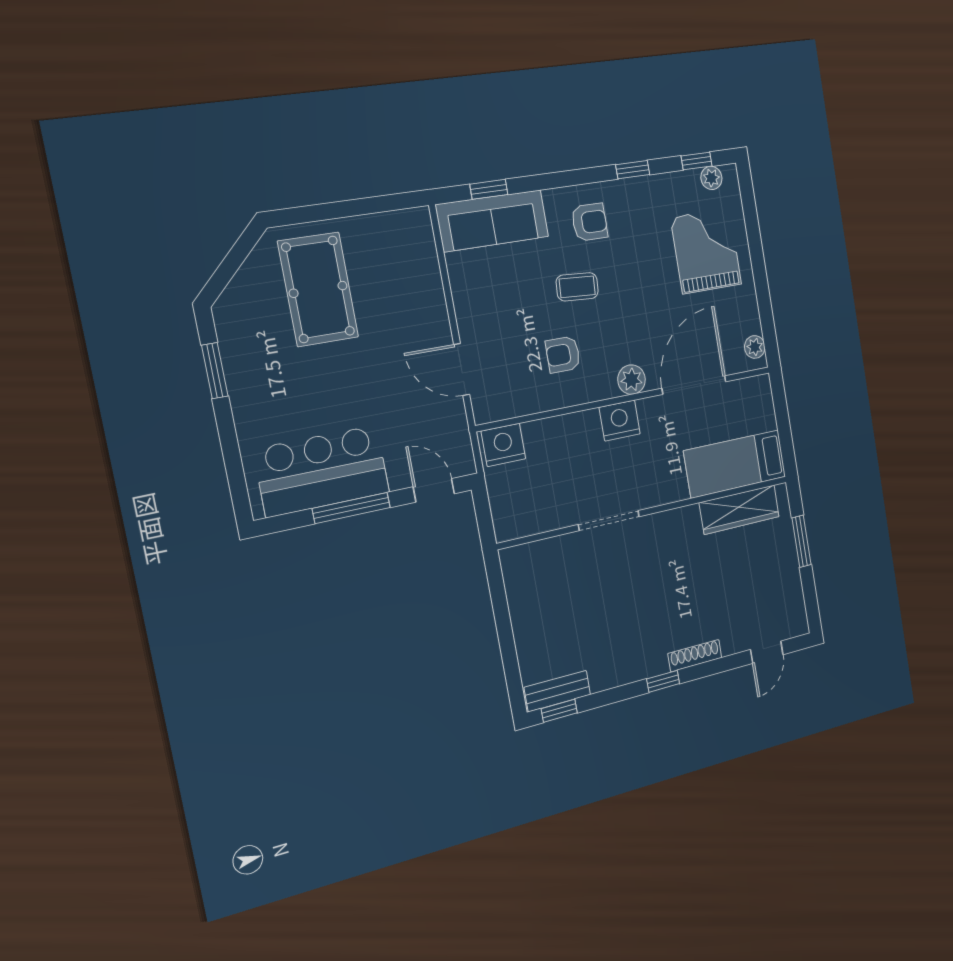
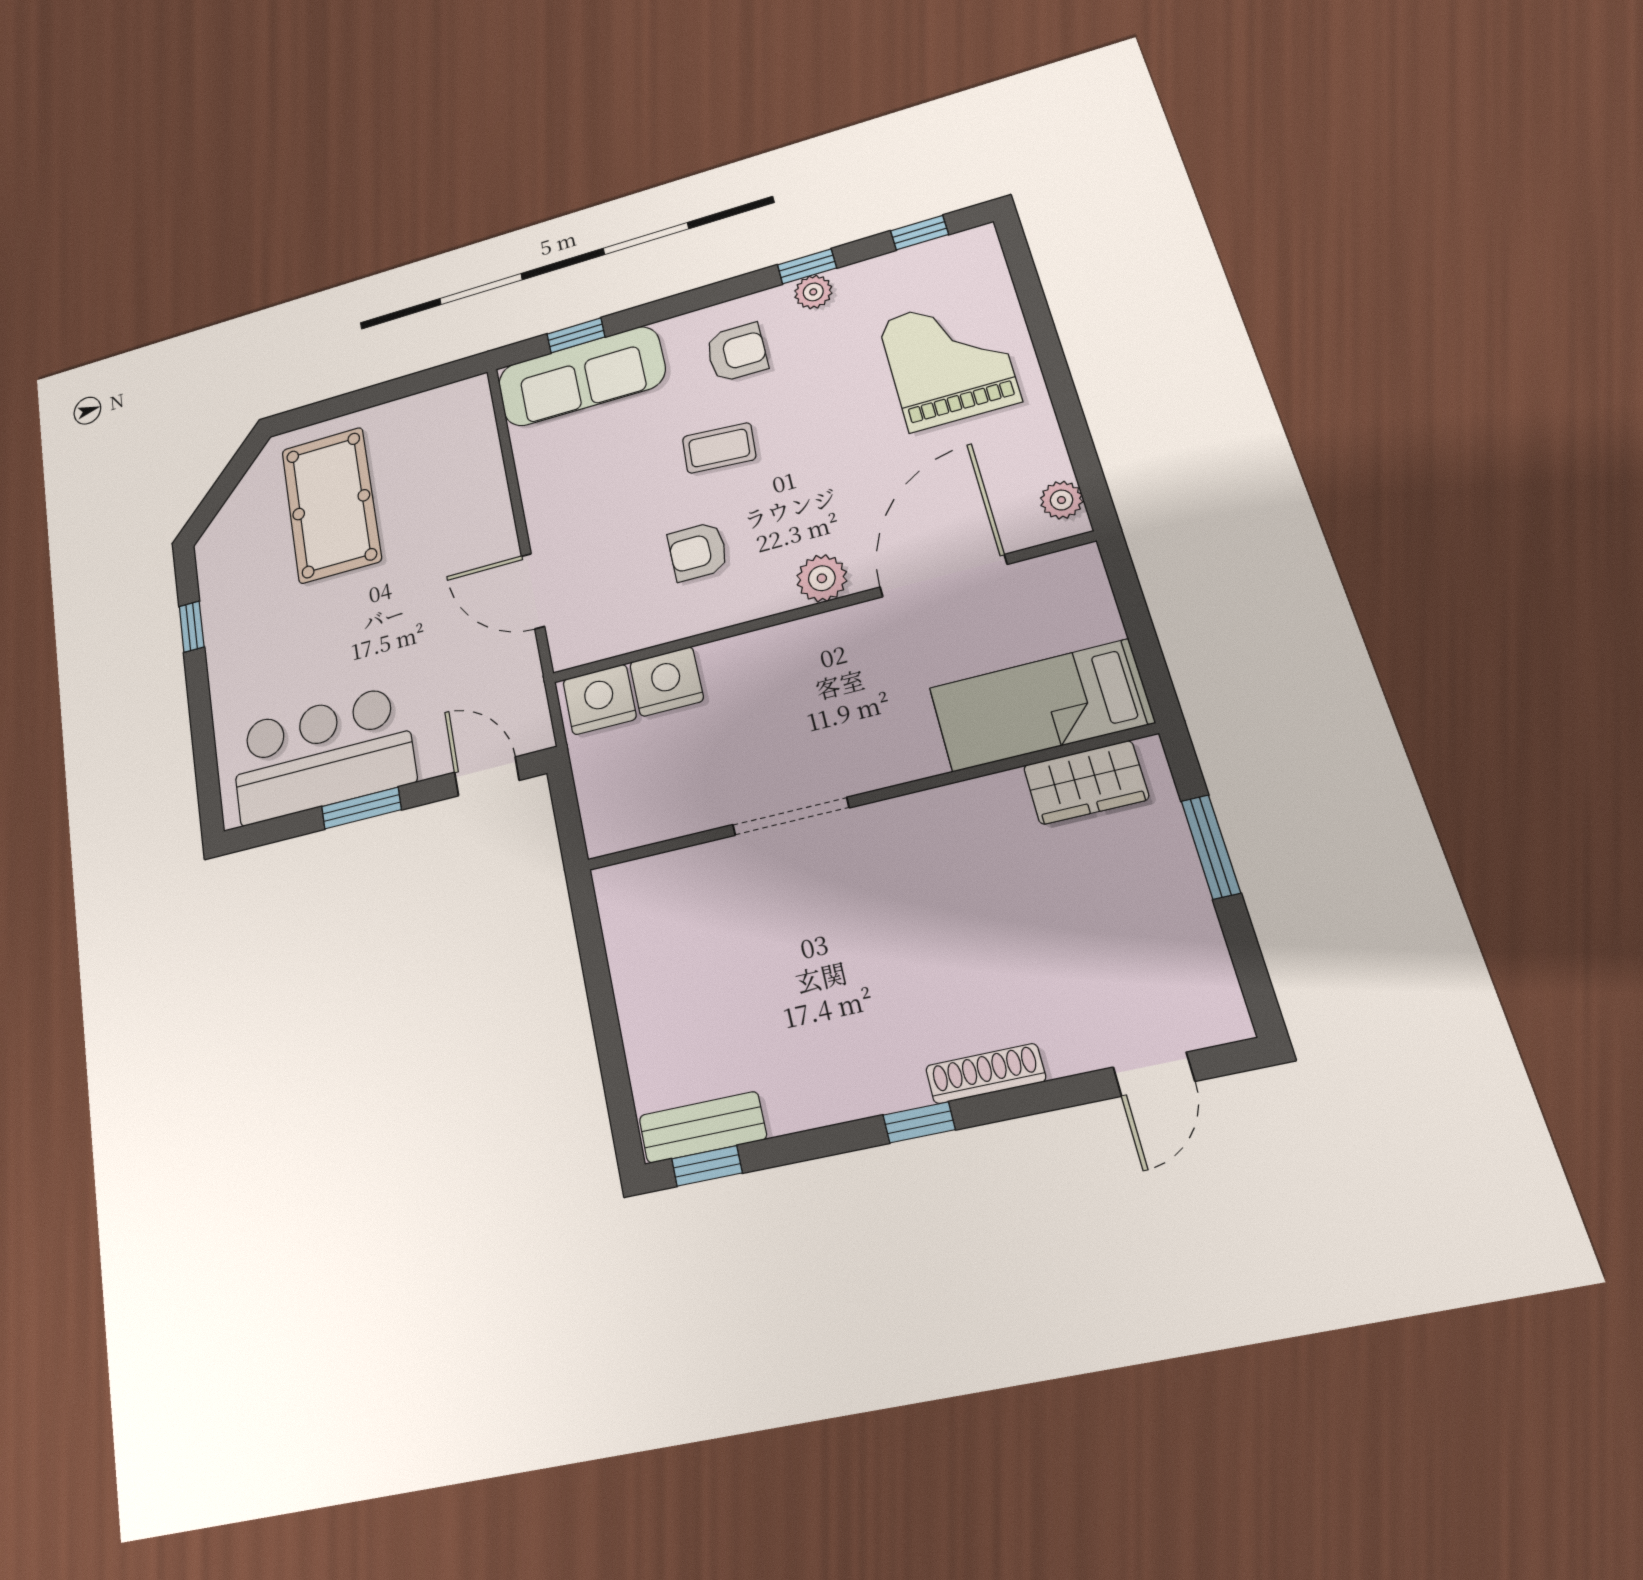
plant: (711, 178) -> (813, 292), moved
window: (215, 371) -> (192, 627), width x0.67
nightstand: (620, 421) -> (667, 682), moved
window: (351, 508) -> (361, 808), width x0.69
wardrobe: (739, 510) -> (1086, 782), width x0.67

